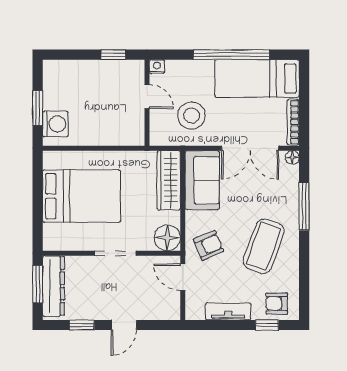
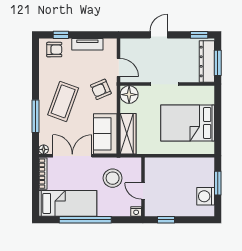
washing machine: (55, 124) -> (206, 196), moved
coffee table: (264, 246) -> (63, 101), moved
window: (82, 325) -> (199, 35), moved

